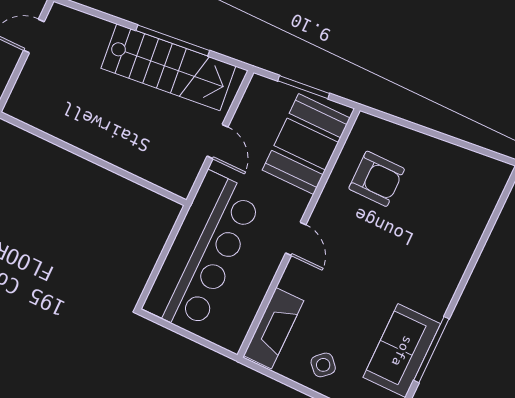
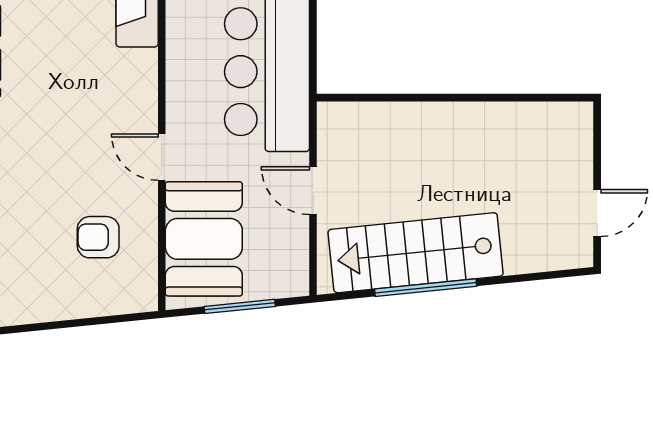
armchair: (377, 179) -> (98, 237), width x0.72, depth x0.72
door: (296, 239) -> (162, 157), moved

